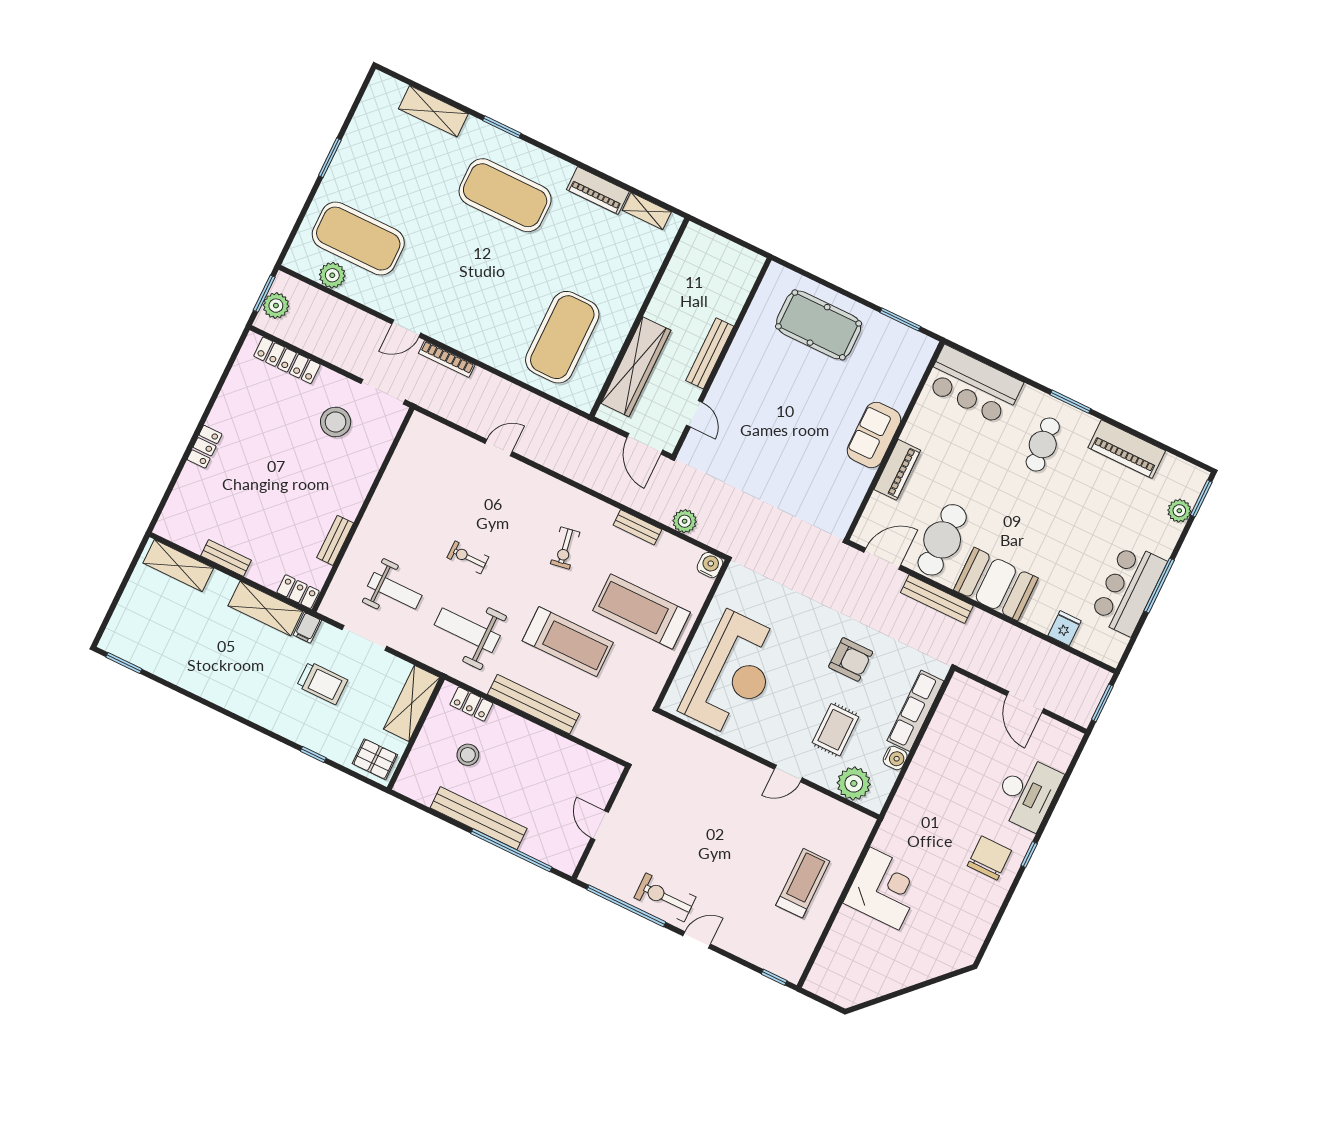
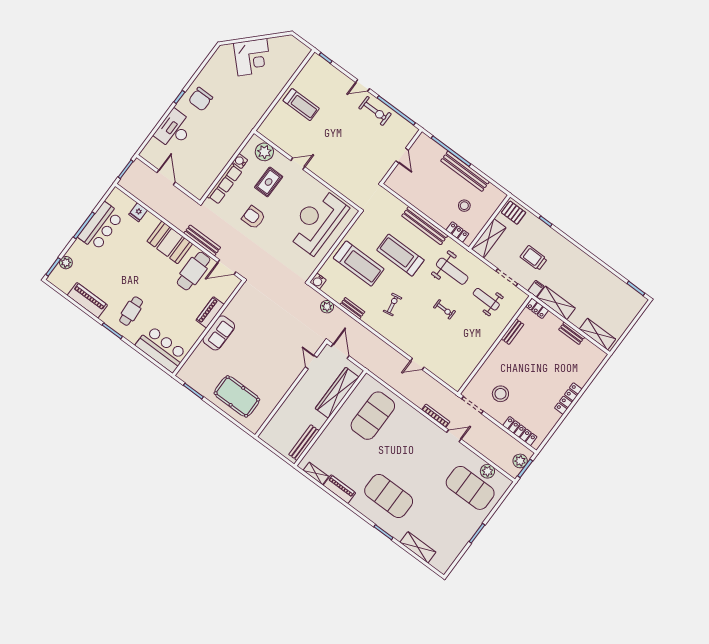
bench: (710, 353) -> (304, 443), moved
locker: (205, 447) -> (568, 399), width x1.53
treadmill: (803, 883) -> (301, 105), turned -90
corner desk: (884, 889) -> (252, 57), moved, turned -135

